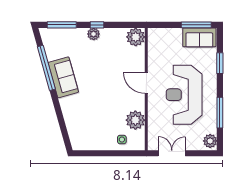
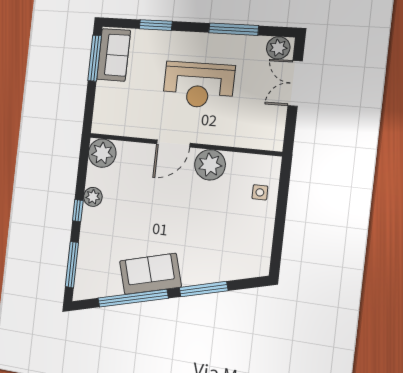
plant: (94, 34) -> (93, 197), moved
reception desk: (184, 95) -> (198, 85), width x0.74, depth x0.77
window: (59, 112) -> (204, 289), added
plant: (135, 120) -> (210, 165), moved
double door: (172, 153) -> (295, 83), moved

